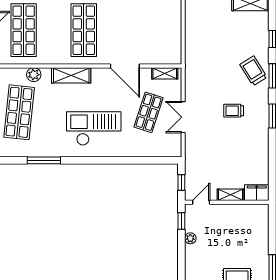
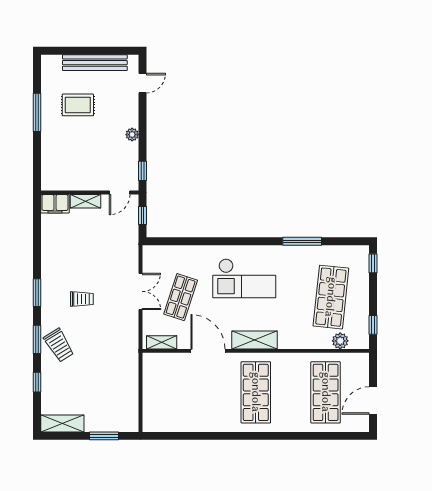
plant: (34, 75) -> (340, 341), moved
shelving: (71, 75) -> (255, 340), moved
plant: (190, 238) -> (132, 135), moved

